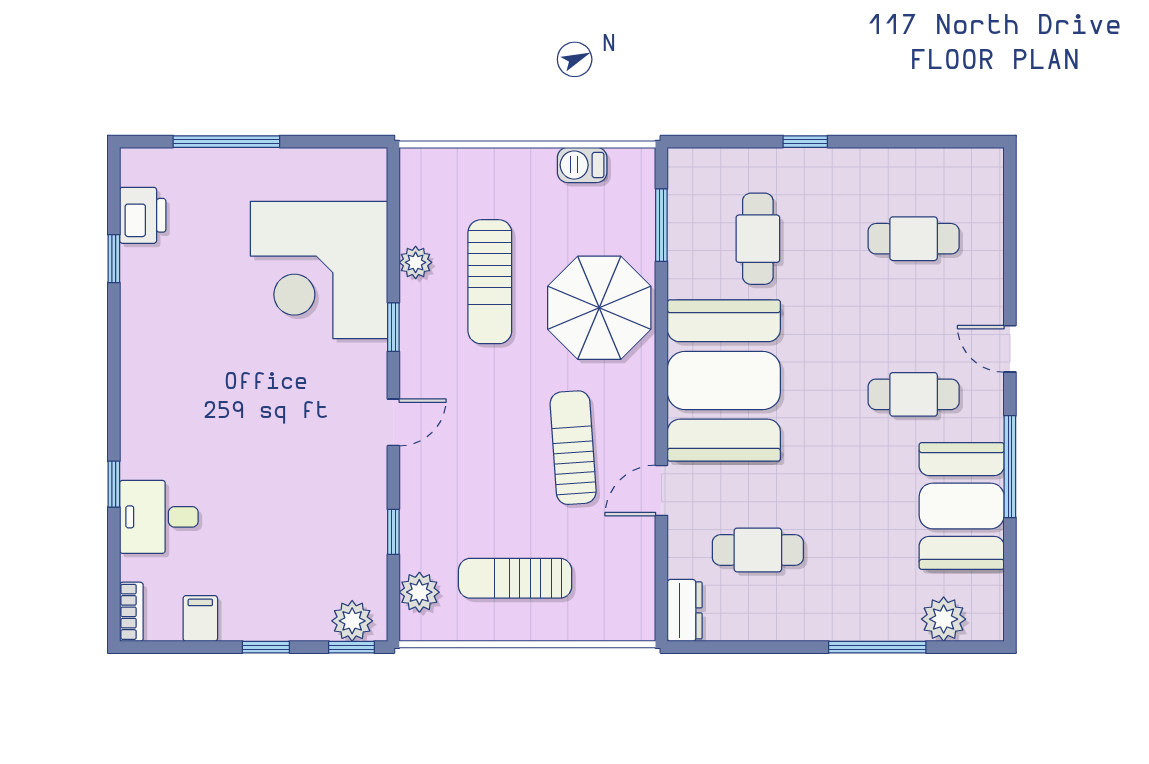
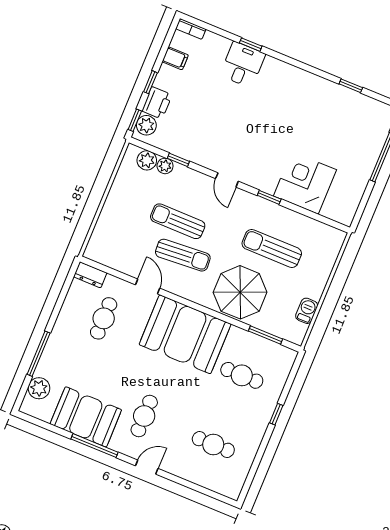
printer: (143, 215) -> (157, 103), moved, turned -90
cafe table: (914, 239) -> (213, 444), turned 90
plant: (416, 262) -> (165, 166), moved
corner desk: (319, 270) -> (305, 183), width x0.74, depth x0.74
desk: (159, 517) -> (243, 65), moved
sun lounger: (515, 578) -> (178, 221), moved, turned -90

